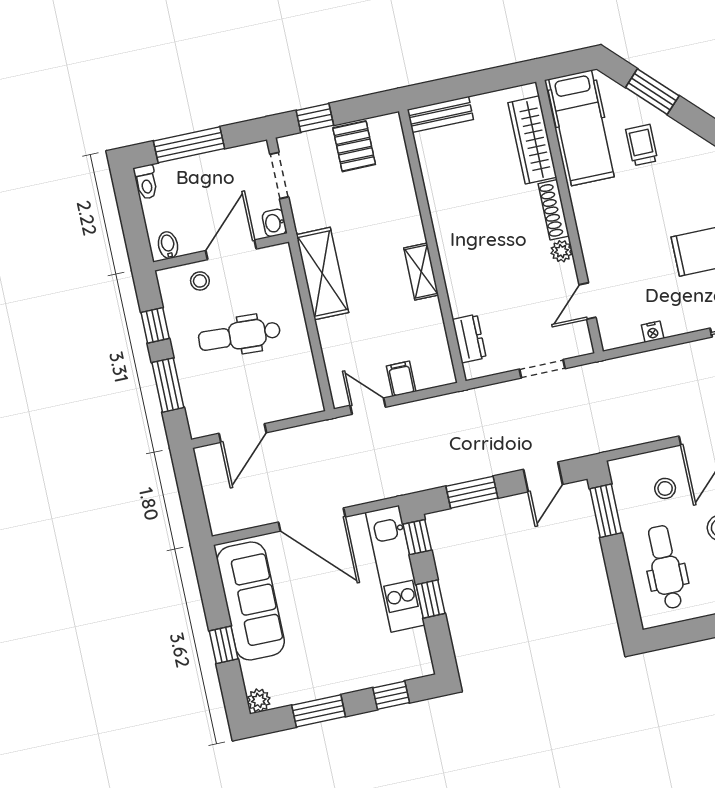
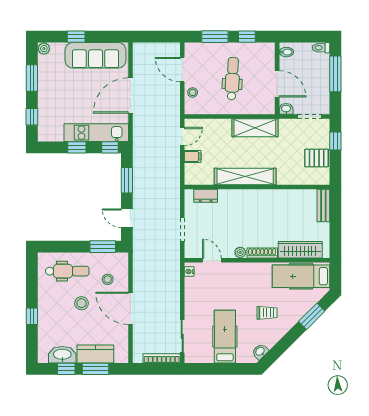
trolley: (642, 145) -> (267, 313), moved
shelving: (421, 272) -> (245, 176), width x2.20, depth x1.33
stool: (200, 281) -> (193, 92), moved
nightstand: (653, 332) -> (189, 272), moved

